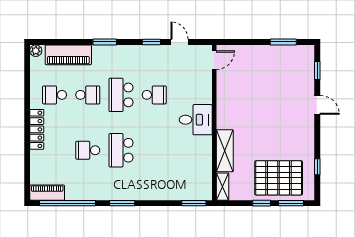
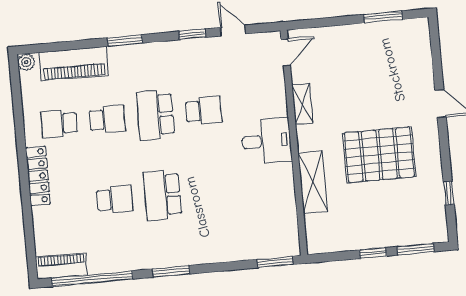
window: (317, 71) -> (436, 54), removed
school desk: (88, 150) -> (115, 199), turned 180
pallet: (279, 178) -> (379, 155), moved
shelving: (222, 187) -> (302, 104), moved

